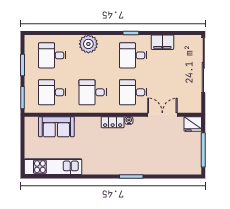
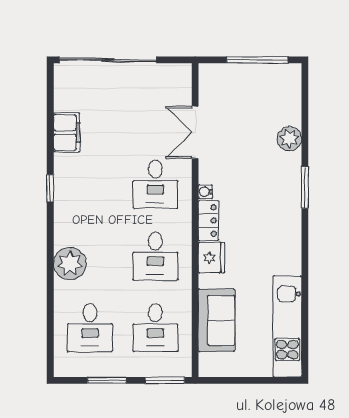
desk: (133, 55) -> (90, 184), removed
fridge: (193, 124) -> (212, 258), moved
plant: (159, 168) -> (289, 139), added

